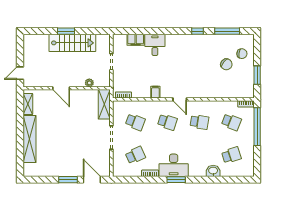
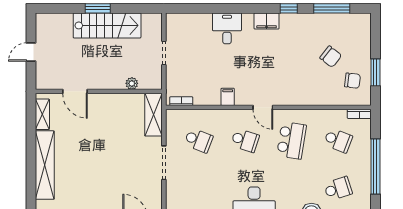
filing cabinet: (136, 40) -> (267, 21), moved
chair: (242, 54) -> (352, 81), moved
door: (20, 73) -> (31, 52), moved
door: (61, 88) -> (75, 91), moved
school desk: (199, 122) -> (292, 140), width x1.85
window: (257, 127) -> (375, 166), moved
school desk: (135, 155) -> (199, 189), removed

